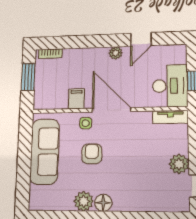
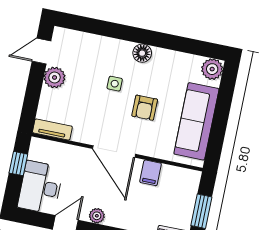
desk: (170, 86) -> (40, 187), moved
side table: (86, 123) -> (115, 84), moved
plant: (84, 201) -> (212, 69), moved

